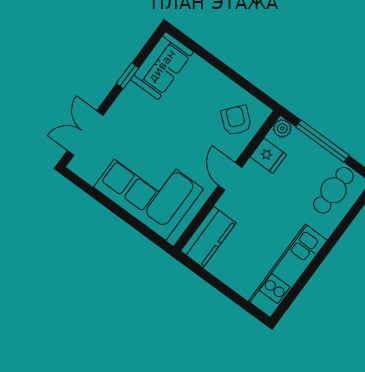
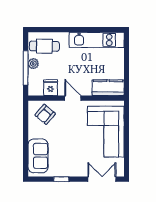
sofa: (162, 66) -> (38, 156), moved, turned 90
plant: (282, 128) -> (33, 64), moved
double door: (85, 133) -> (102, 179), swing flipped
door: (230, 176) -> (73, 98), swing flipped

